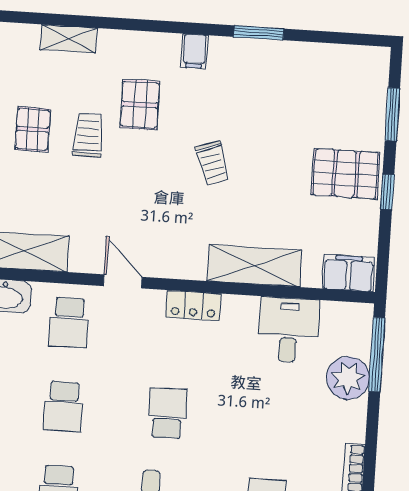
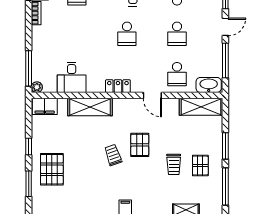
pallet: (140, 105) -> (140, 145), moved
pallet: (346, 174) -> (52, 169), moved, turned 90
school desk: (69, 323) -> (177, 74), turned 180
plant: (348, 378) -> (37, 87), moved, width x0.53, depth x0.53
school desk: (64, 406) -> (177, 34), turned 180

